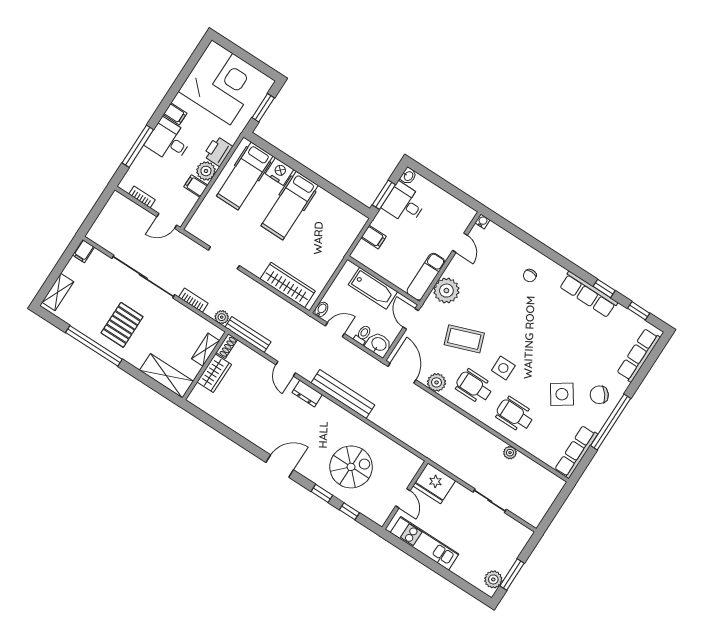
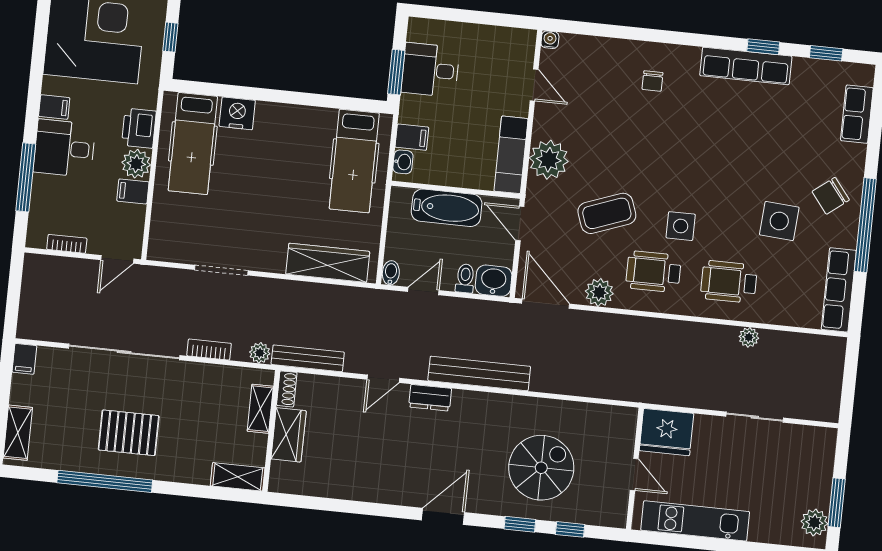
window: (263, 108) -> (170, 37), width x0.67
washbasin: (408, 176) -> (403, 162), moved
hospital bed: (290, 206) -> (354, 161), moved
pallet: (122, 325) -> (129, 433), turned 90
row of seats: (639, 355) -> (857, 114), width x0.68
door: (286, 369) -> (383, 379), hinge flipped
shelving: (166, 376) -> (238, 477), width x0.67, depth x0.75
side table: (562, 394) -> (779, 221), turned 38

